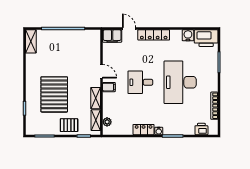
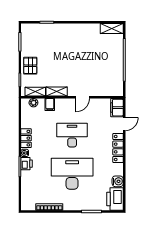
desk: (140, 82) -> (72, 135), width x1.37
filing cabinet: (109, 87) -> (50, 105), moved
pallet: (54, 94) -> (60, 51), removed
printer: (201, 129) -> (27, 164), moved

